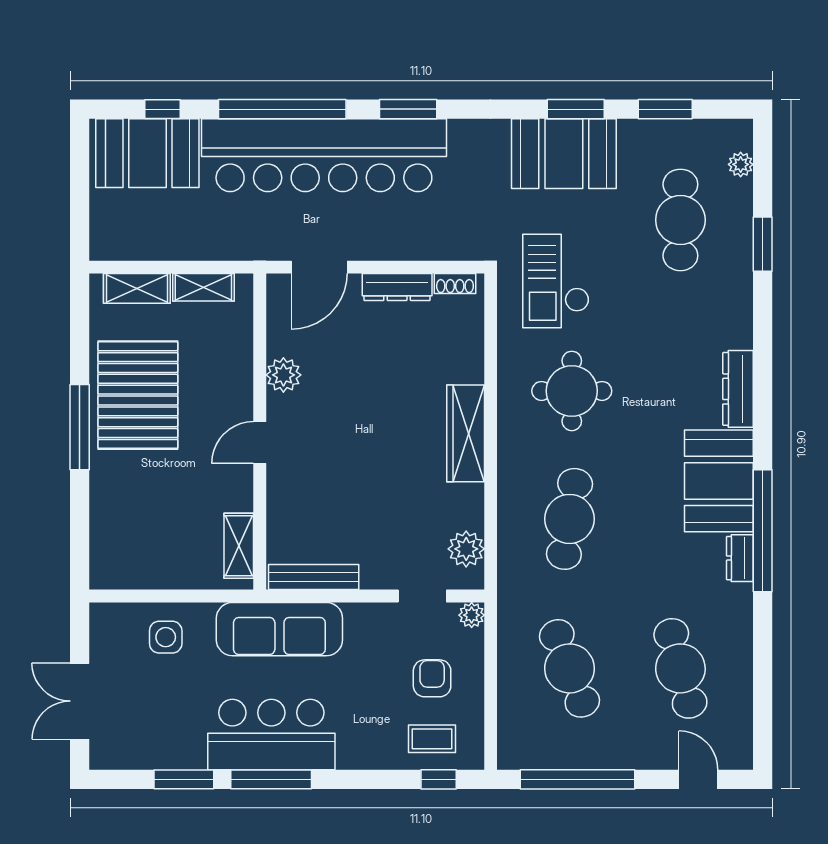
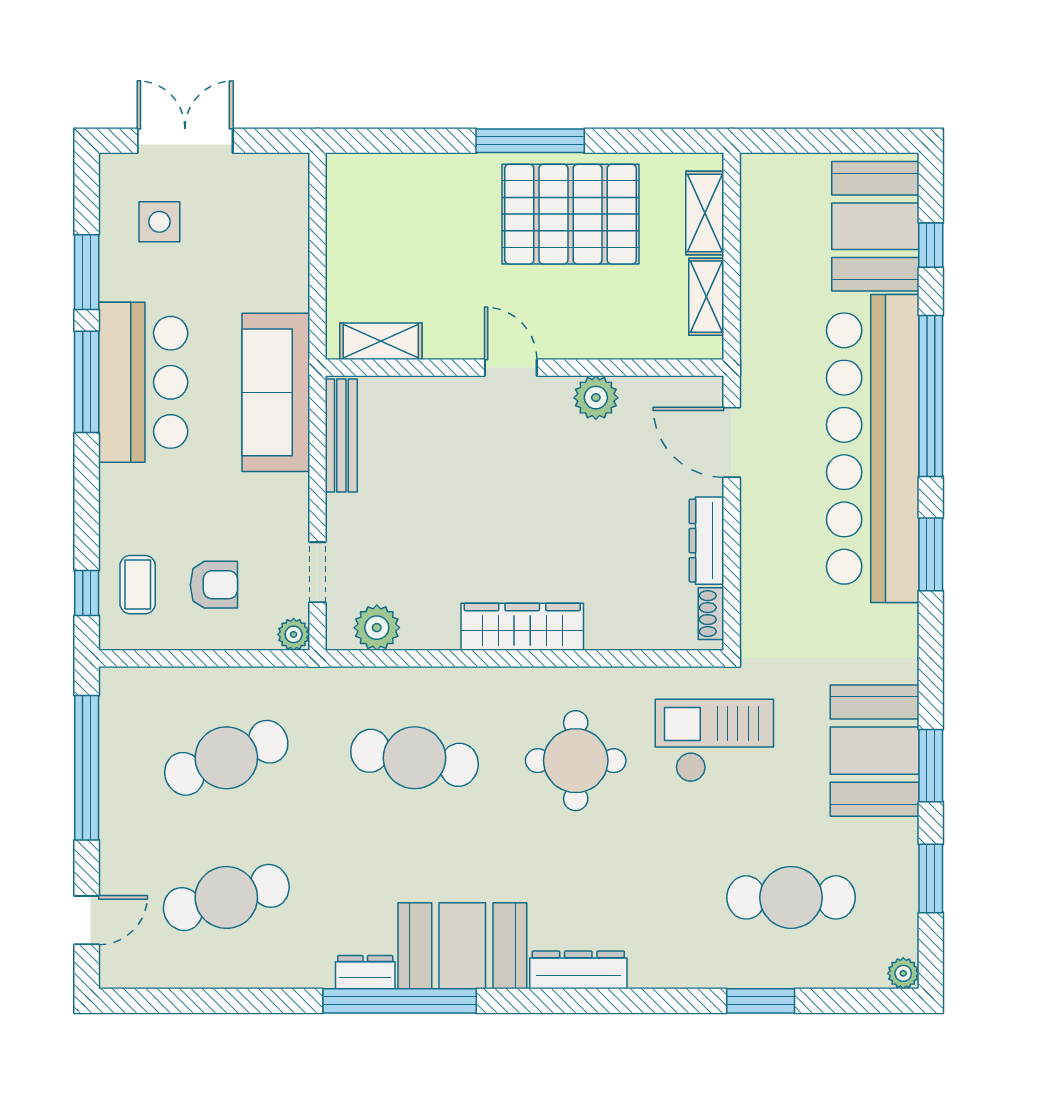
plant: (741, 164) -> (903, 973), moved
side table: (166, 637) -> (159, 222), moved

